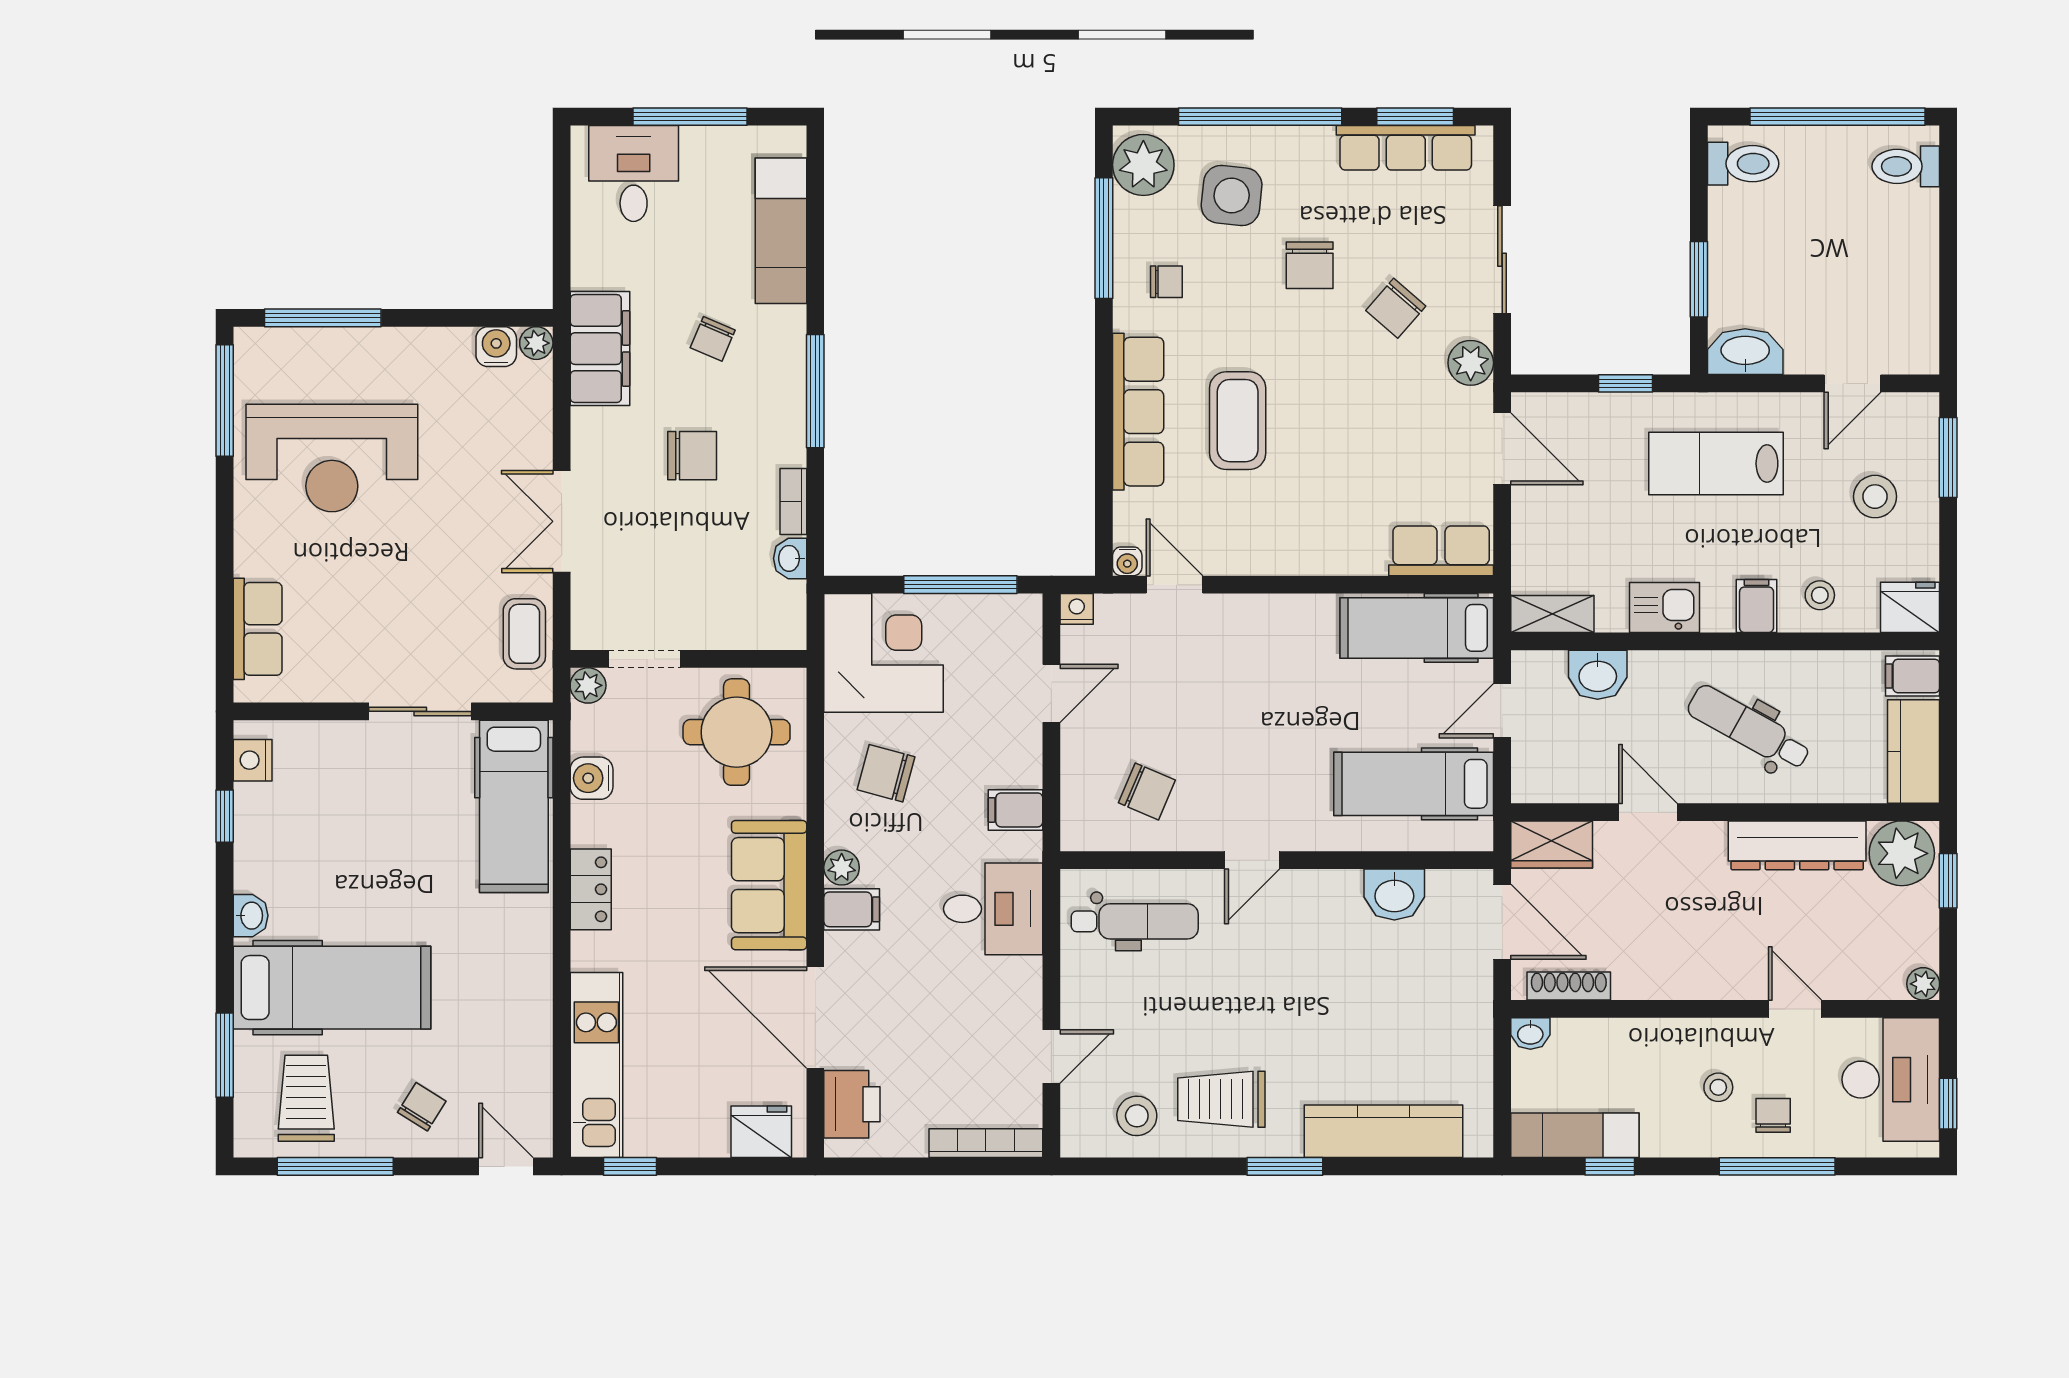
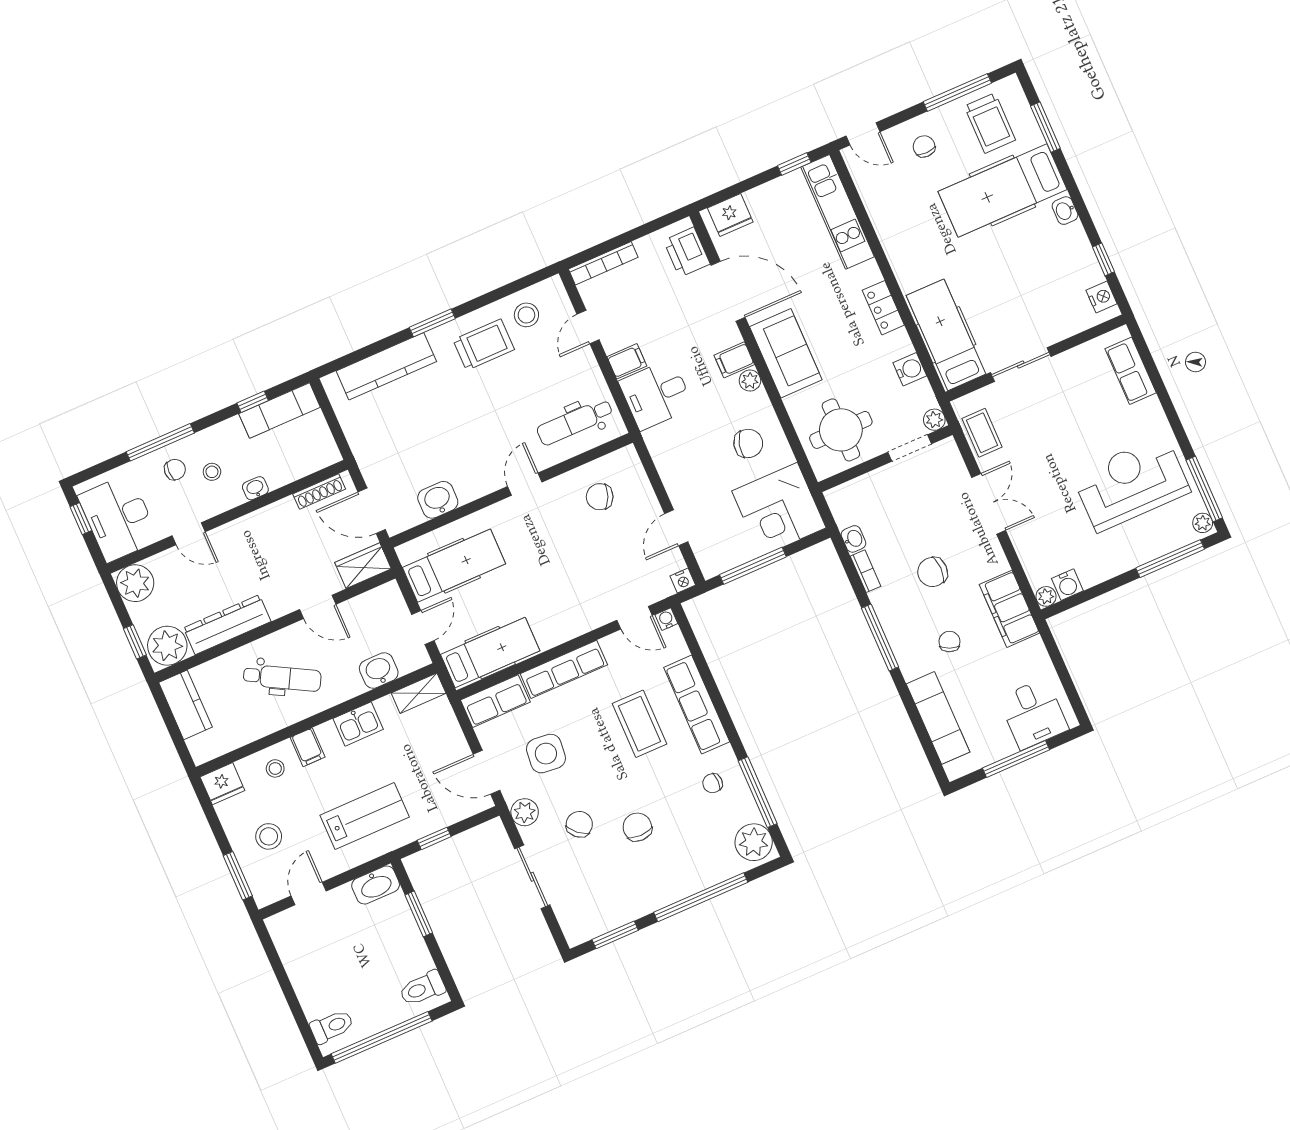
row of seats: (1406, 148) -> (564, 669), moved, turned 180
side table: (1232, 195) -> (546, 754), moved
plant: (250, 350) -> (1203, 523), added
filing cabinet: (1913, 676) -> (204, 746), removed
filing cabinet: (1016, 810) -> (627, 361), moved
plant: (1923, 984) -> (135, 583), width x1.88, depth x1.88
washbasin: (1530, 1033) -> (255, 488), moved
chair: (422, 1107) -> (924, 146), turned 148
chair: (1773, 1115) -> (175, 470), turned -90

